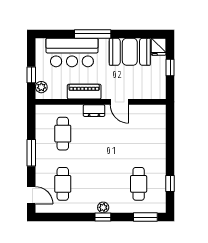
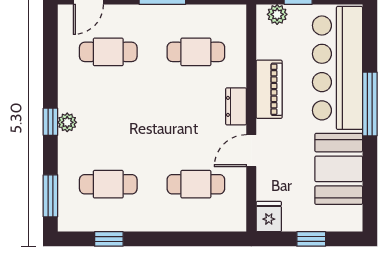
fridge: (159, 47) -> (269, 217), moved, turned 90
bar counter: (72, 52) -> (337, 68), width x1.36
cafe table: (139, 134) -> (196, 184), added

